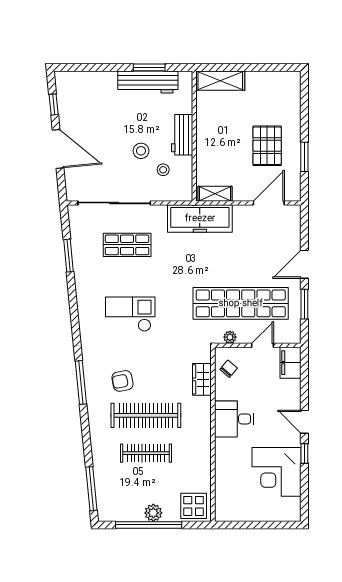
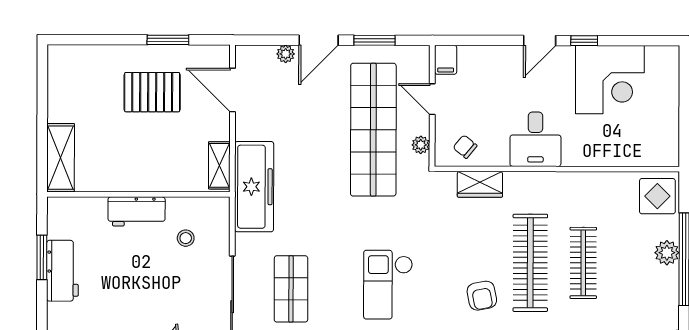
workbench: (148, 82) -> (62, 271), width x0.73
stool: (141, 151) -> (159, 269), removed
plant: (295, 241) -> (286, 54), added
door: (304, 264) -> (319, 40), hinge flipped
filing cabinet: (291, 363) -> (446, 60), width x0.50

